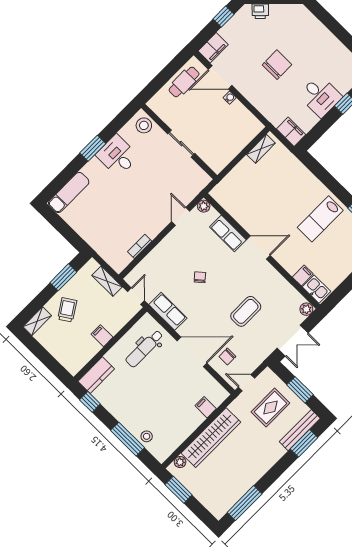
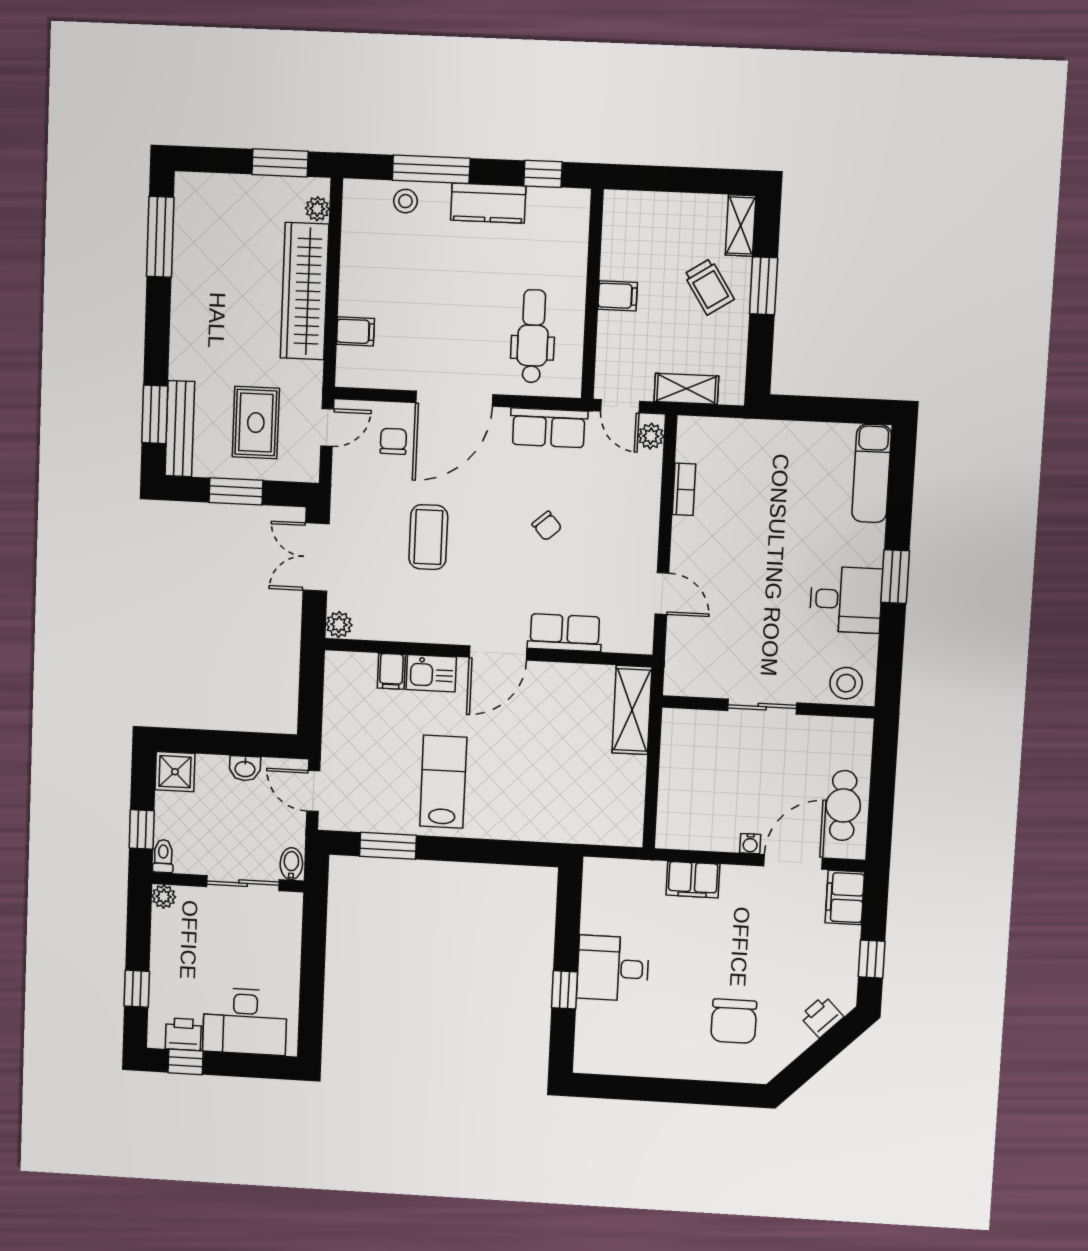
chair: (277, 65) -> (734, 1021), moved
filing cabinet: (291, 132) -> (693, 880), moved
shelving: (261, 149) -> (632, 710), moved, width x1.50, depth x1.33
plant: (204, 206) -> (651, 436), moved
window: (63, 277) -> (763, 286), moved
kitchen sink: (316, 289) -> (431, 673), moved
kitchen counter: (96, 375) -> (488, 203), moved, turned -90

